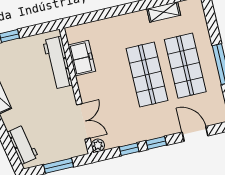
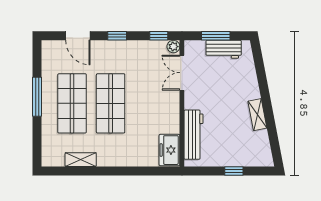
freezer: (82, 58) -> (169, 150), moved
workbench: (23, 145) -> (224, 49), moved, turned -79
window: (129, 149) -> (159, 36), moved

